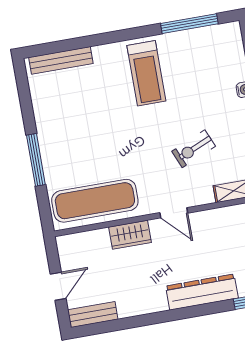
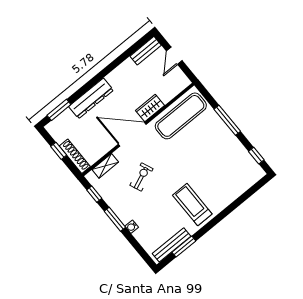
window: (189, 24) -> (184, 247), width x0.69
bench: (61, 60) -> (171, 245), moved
window: (24, 91) -> (256, 156), added
door: (174, 213) -> (132, 134), width x1.87

